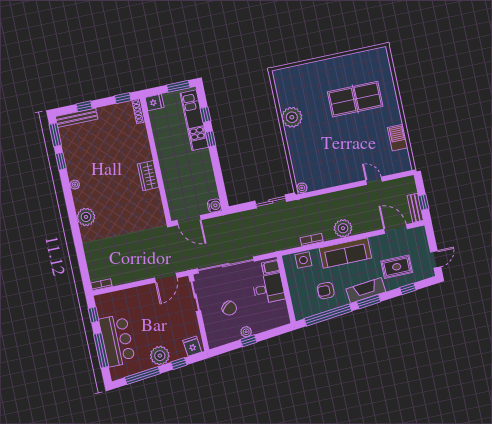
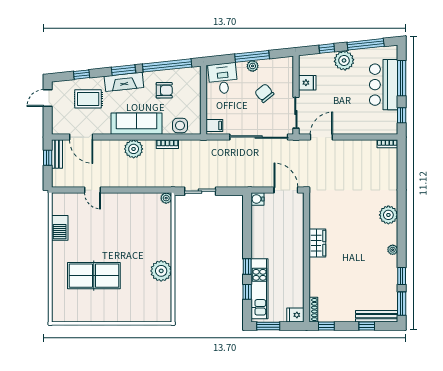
desk: (268, 289) -> (223, 78), moved, turned 84
window: (249, 341) -> (252, 56), width x2.17
fridge: (192, 346) -> (307, 83), moved, turned -84

